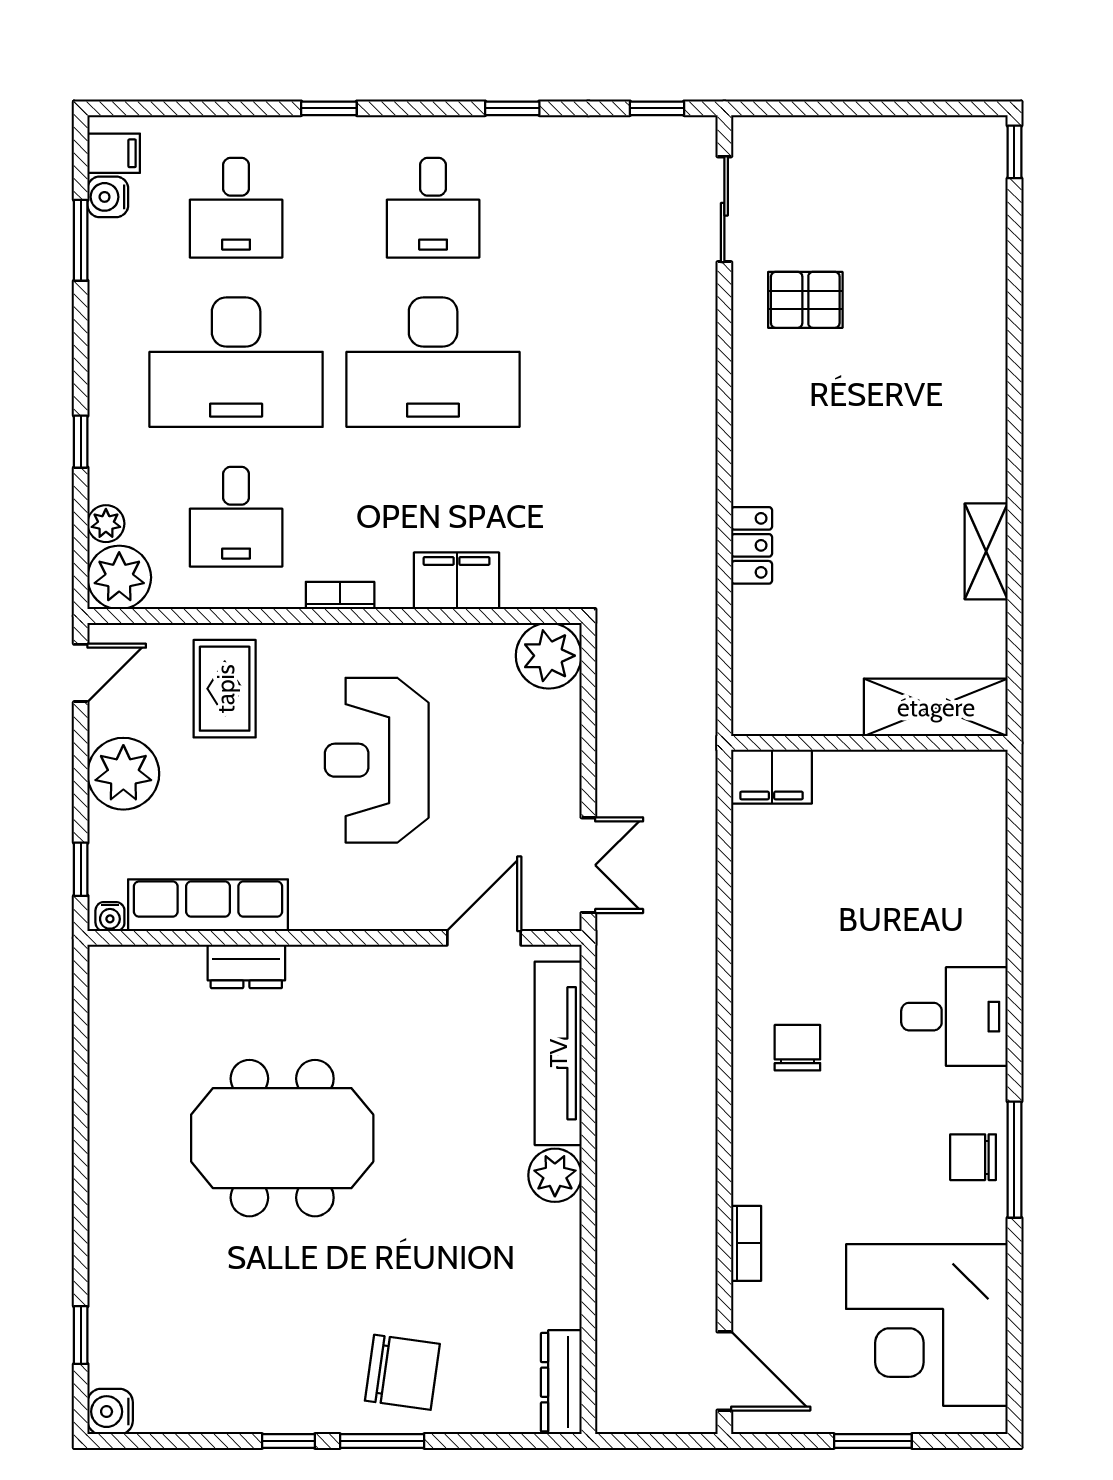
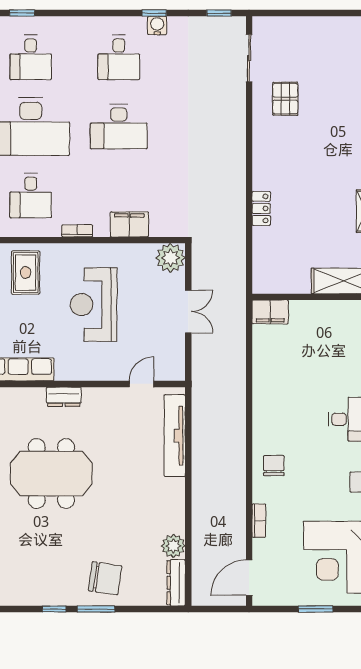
window: (329, 108) -> (22, 13), moved
water cooler: (519, 136) -> (157, 25), added
pallet: (805, 300) -> (285, 99), turned 90
desk: (433, 362) -> (119, 127), width x0.73, depth x0.77
double door: (588, 865) -> (188, 312), moved
door: (484, 938) -> (142, 384), width x0.73
dresser: (246, 966) -> (64, 397), moved
chair: (797, 1048) -> (274, 465), moved
plant: (555, 1175) -> (173, 546), moved
door: (724, 1371) -> (249, 578), swing flipped

